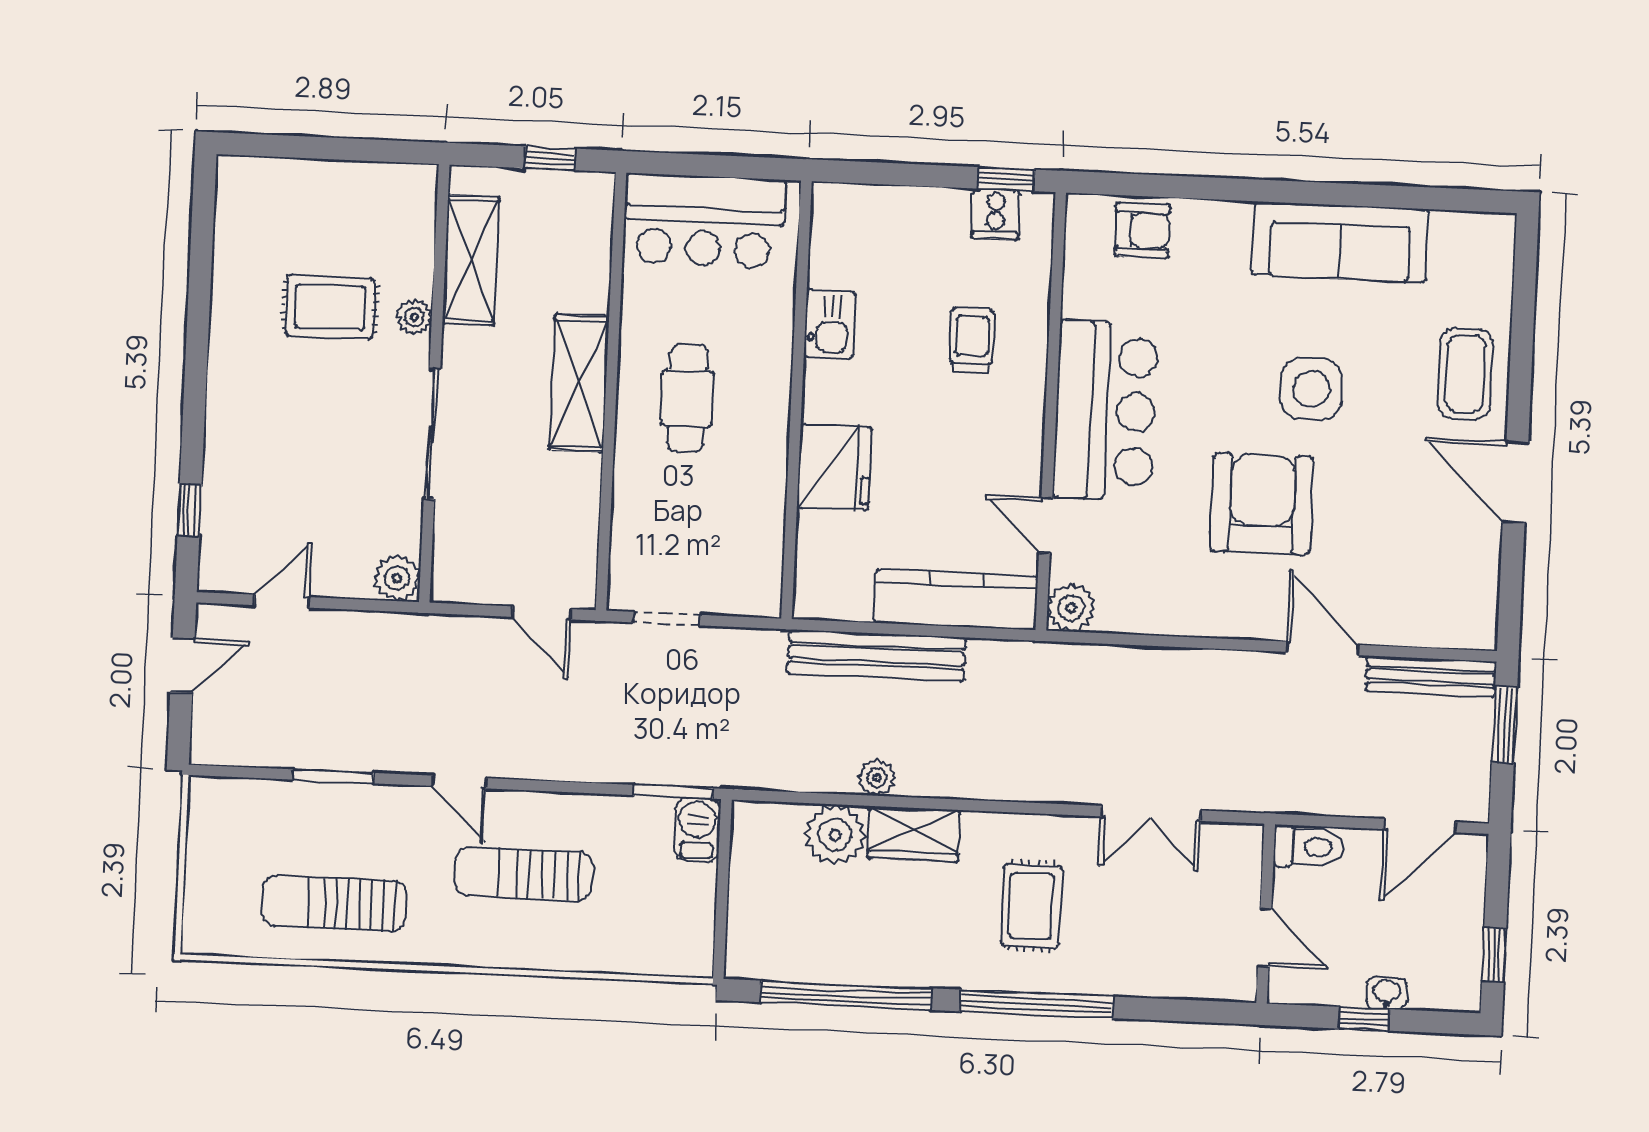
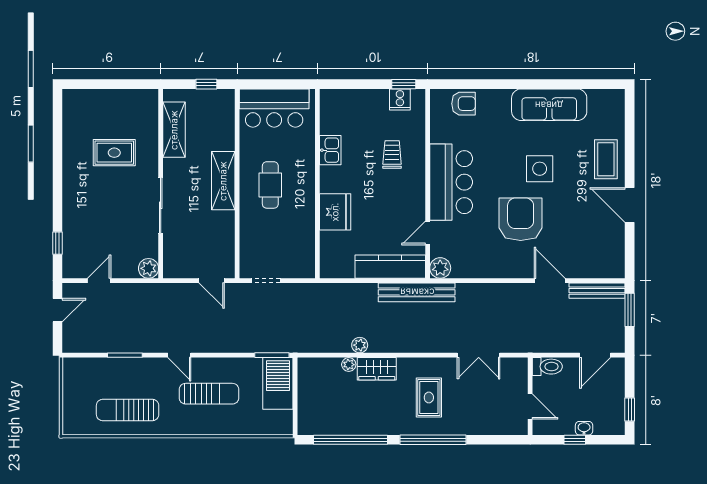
plant: (414, 317) -> (151, 155), removed
door: (1046, 525) -> (428, 233), hinge flipped
bench: (877, 655) -> (417, 292), moved
barbecue: (697, 830) -> (278, 383), width x1.88, depth x1.53
plant: (835, 835) -> (349, 365), width x0.53, depth x0.53
sun lounger: (524, 874) -> (209, 394), turned 180

